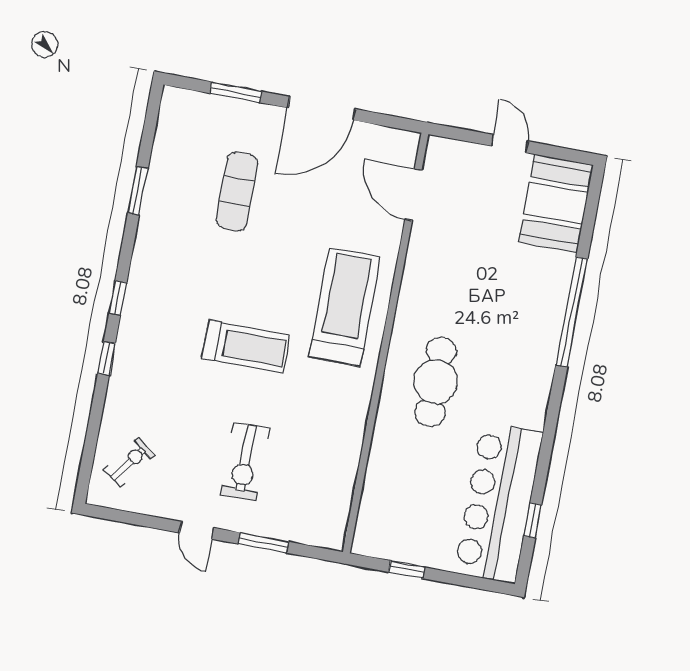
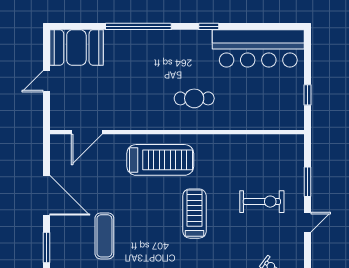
exercise mat: (237, 191) -> (104, 236), turned 90
treadmill: (345, 307) -> (160, 160), turned 180
cafe table: (436, 382) -> (194, 98), width x0.73, depth x0.74
window: (533, 520) -> (209, 26), moved

